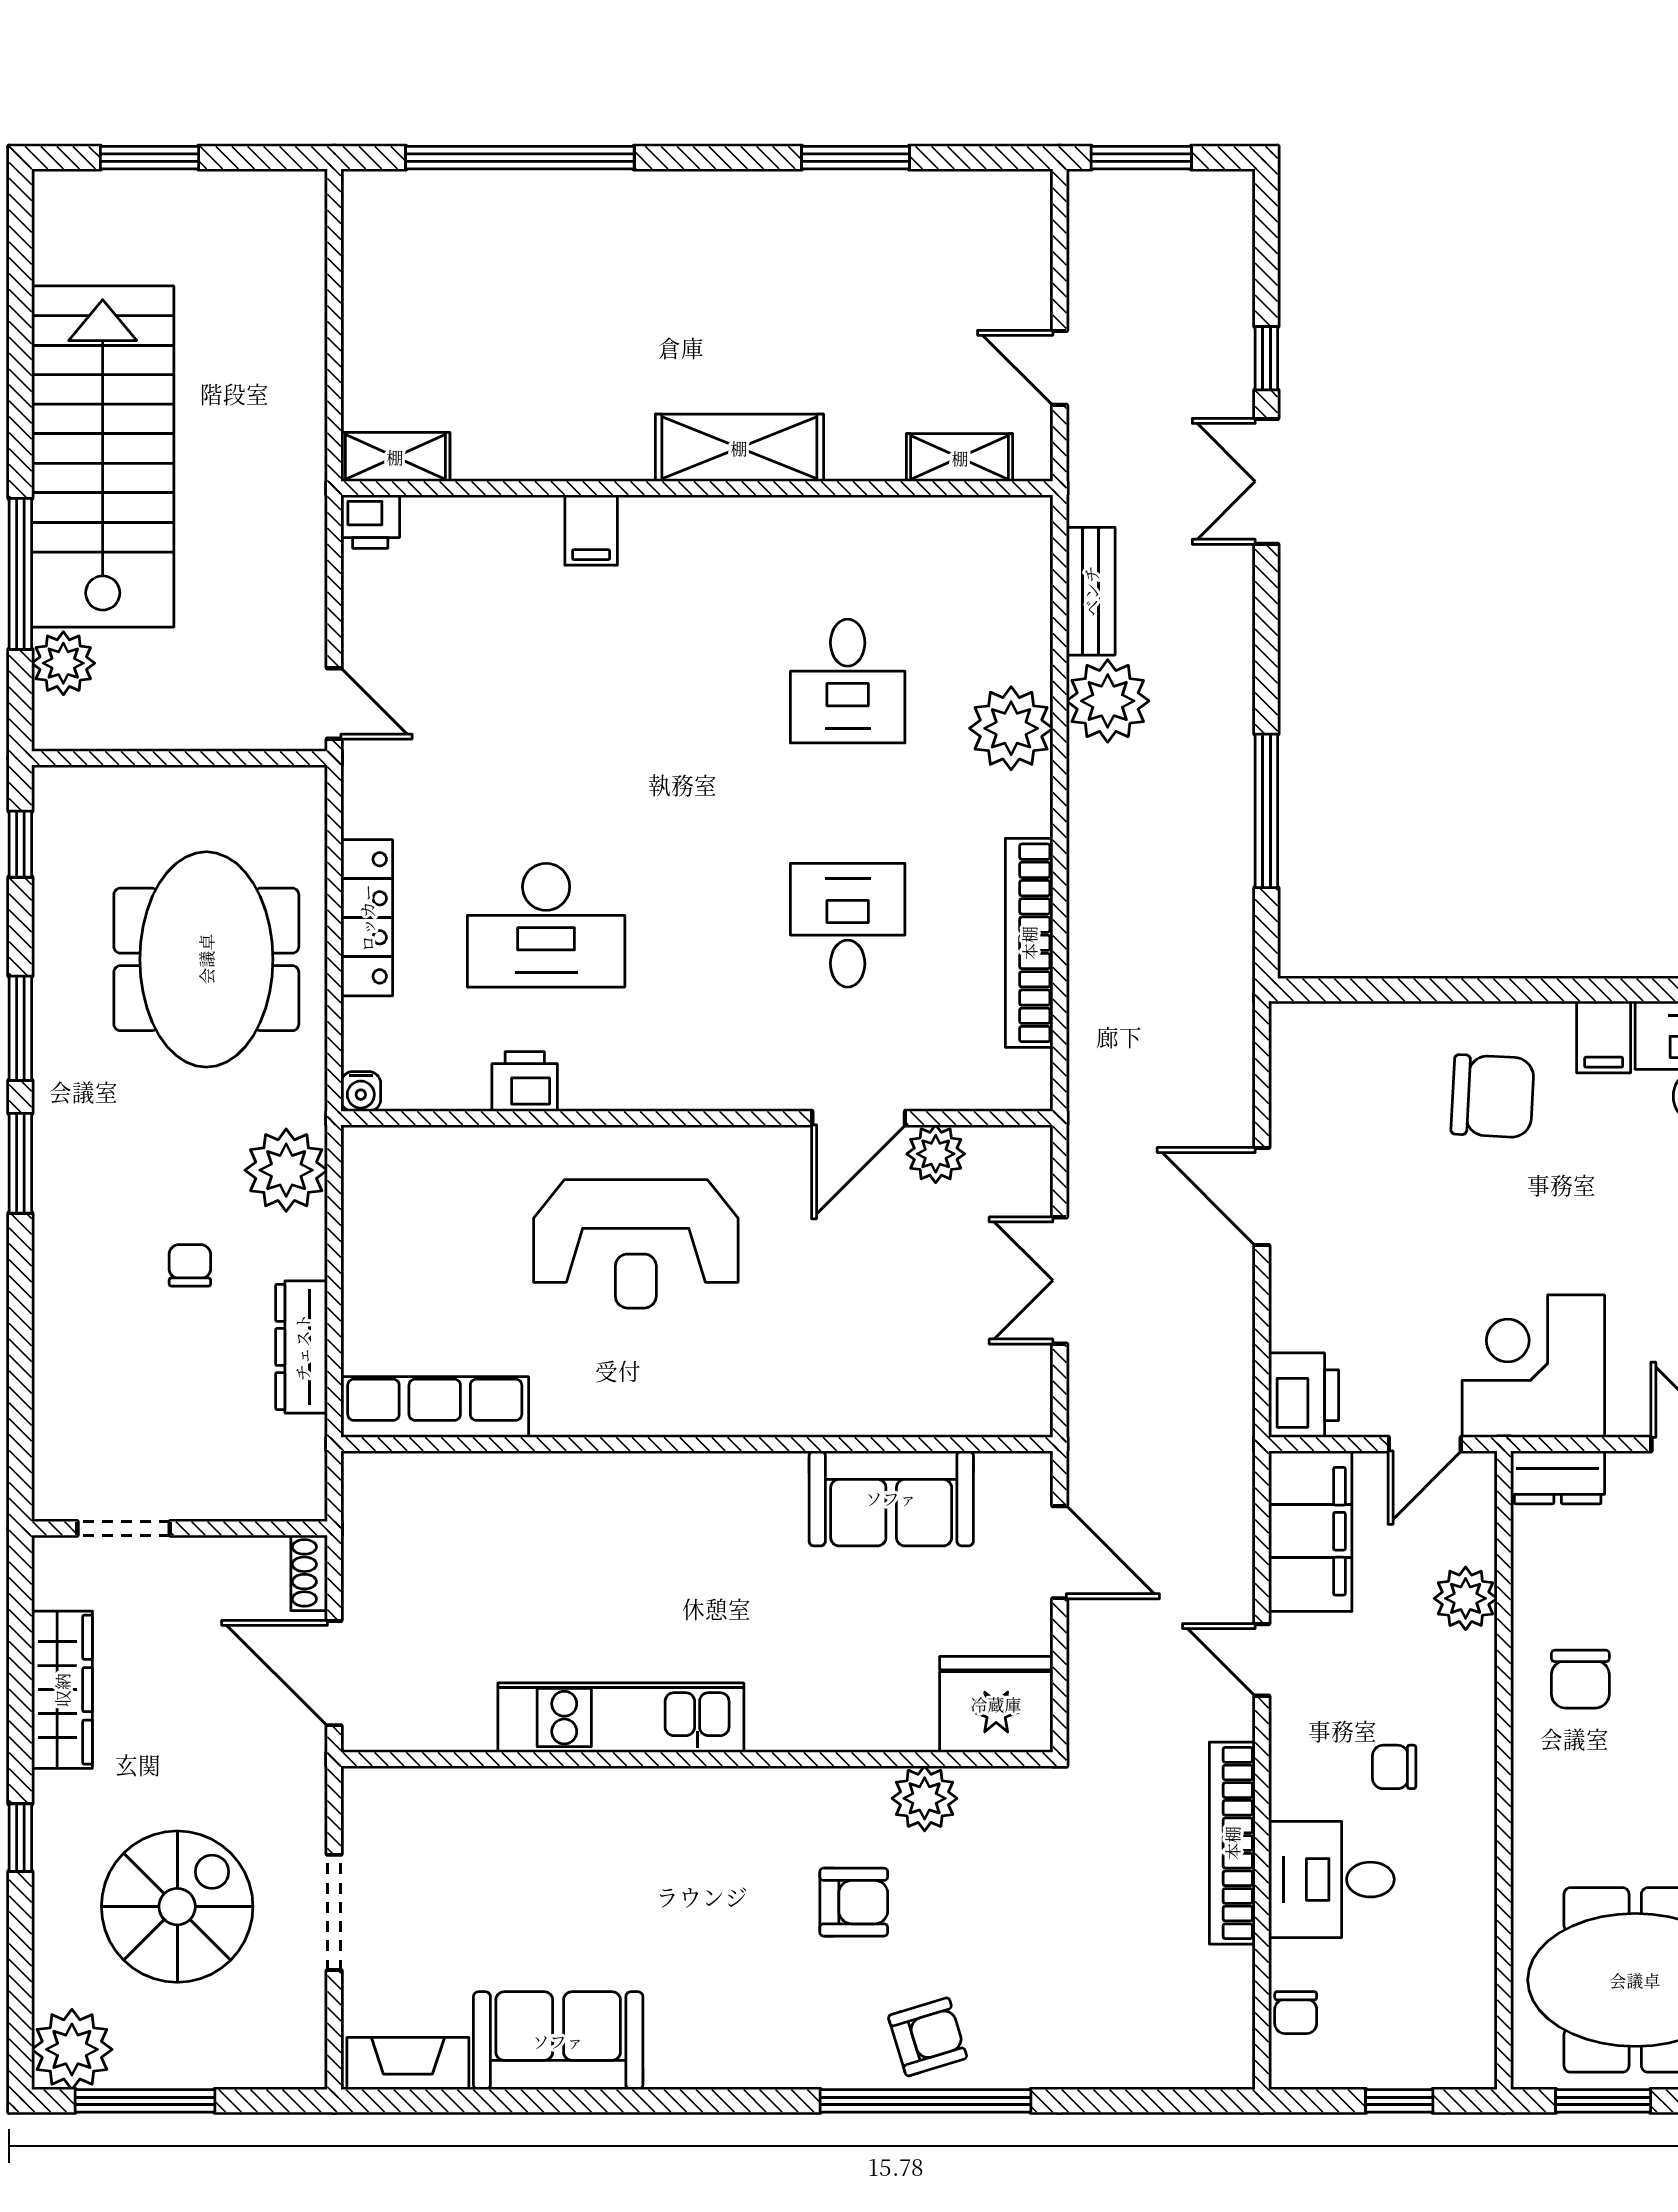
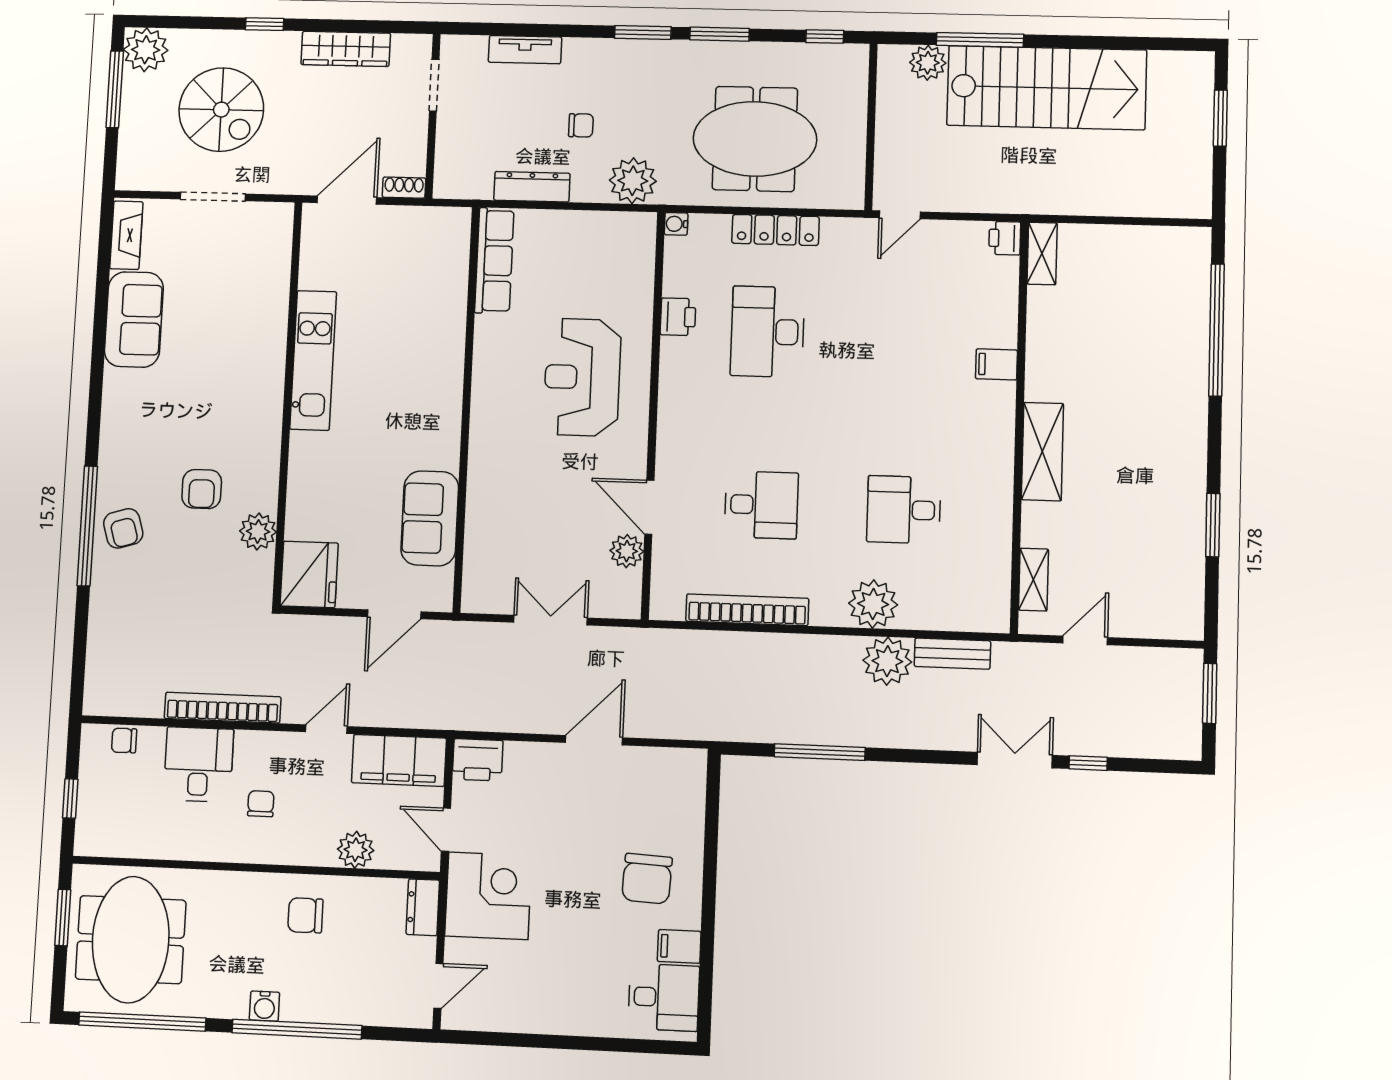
tv unit: (56, 1370) -> (525, 50), added

